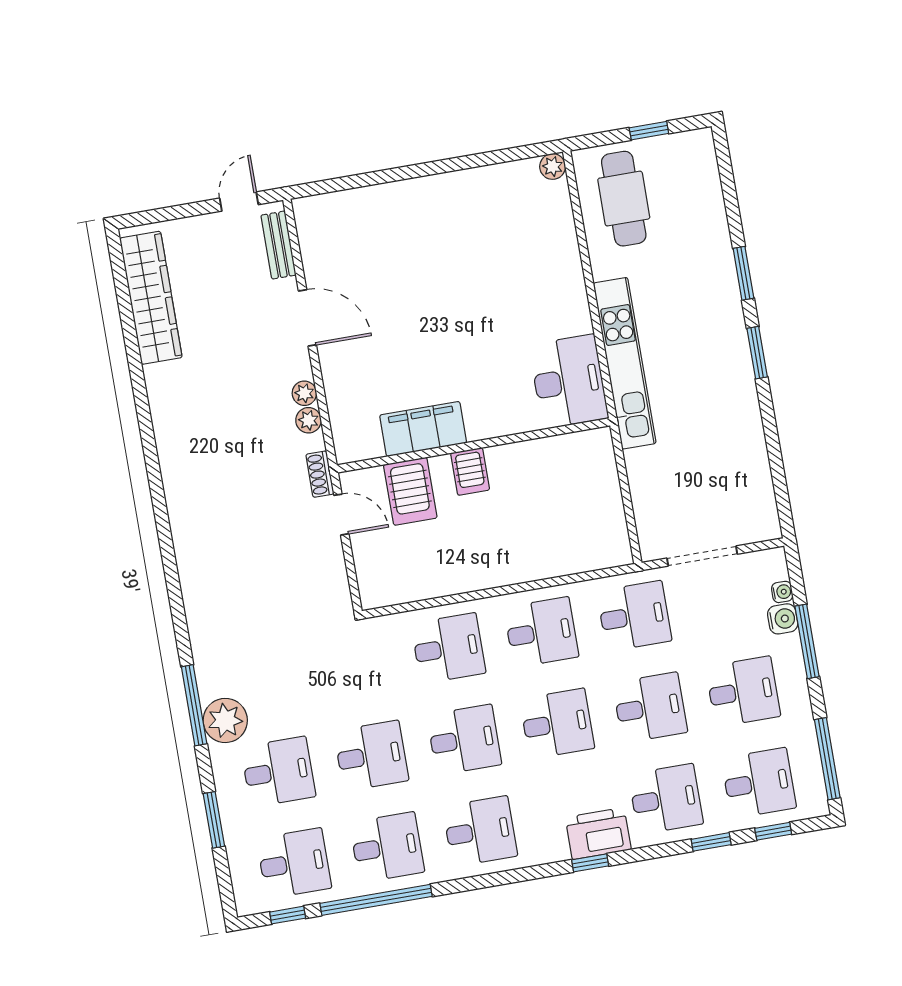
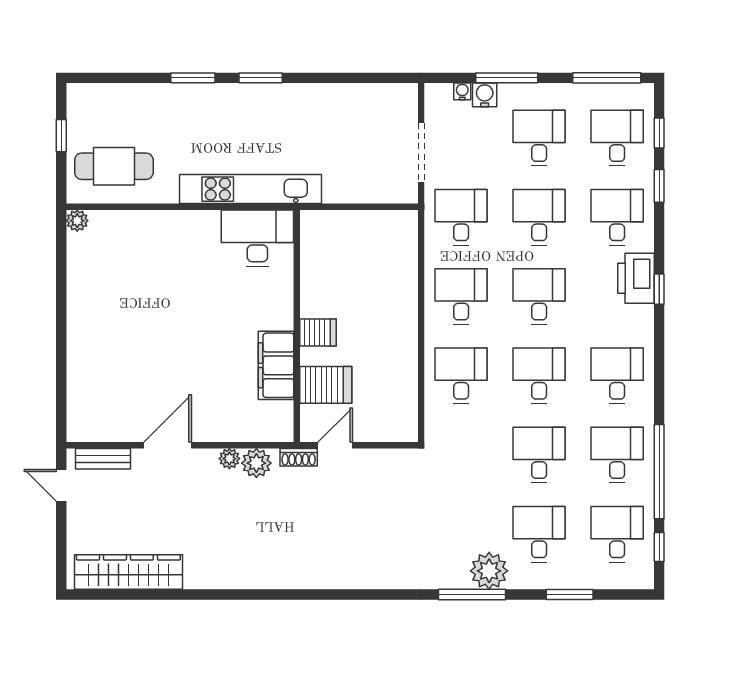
plant: (308, 420) -> (256, 463), width x1.38, depth x1.38

